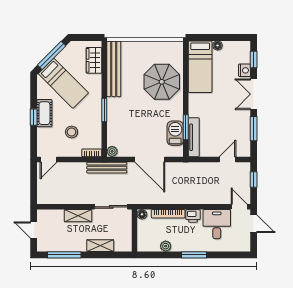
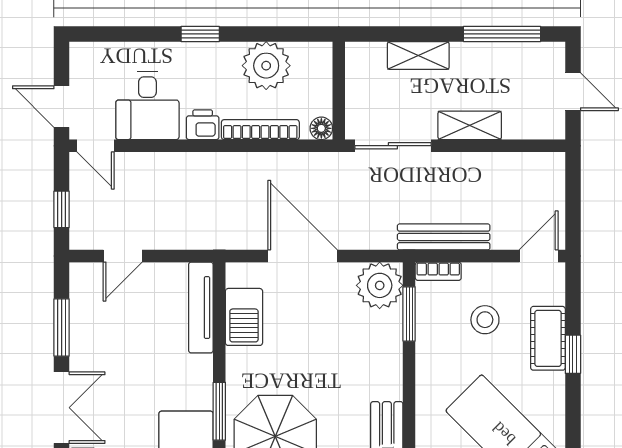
window: (104, 110) -> (409, 314), moved
cot: (44, 113) -> (548, 338), moved
window: (186, 127) -> (219, 411), moved
plant: (112, 151) -> (380, 285), width x1.88, depth x1.88
bench: (107, 168) -> (444, 237), moved
plant: (166, 246) -> (266, 66), width x1.88, depth x1.88
window: (194, 255) -> (200, 34), width x0.67

